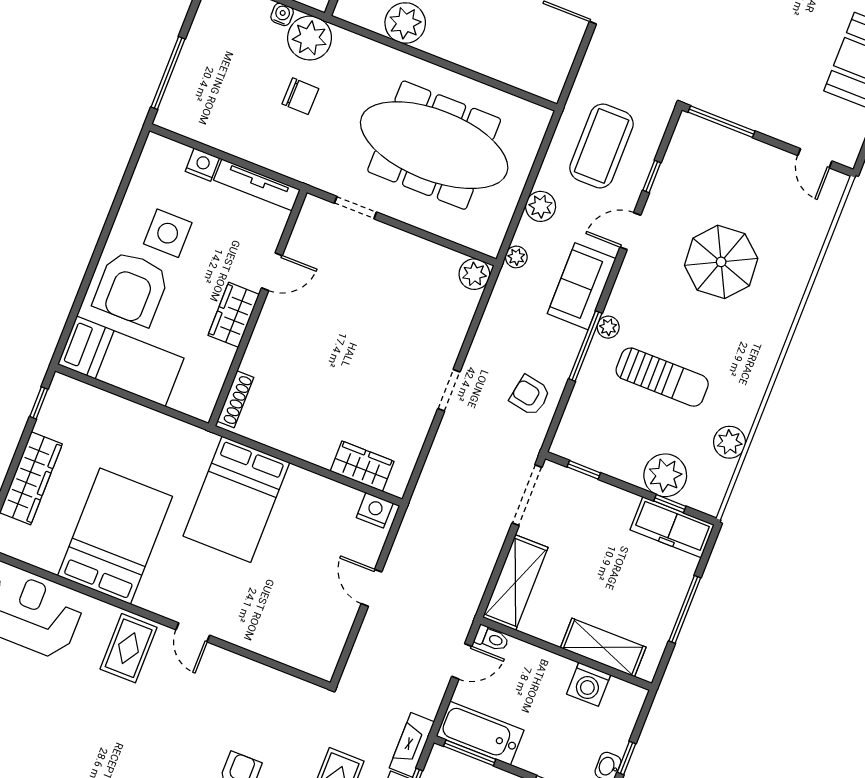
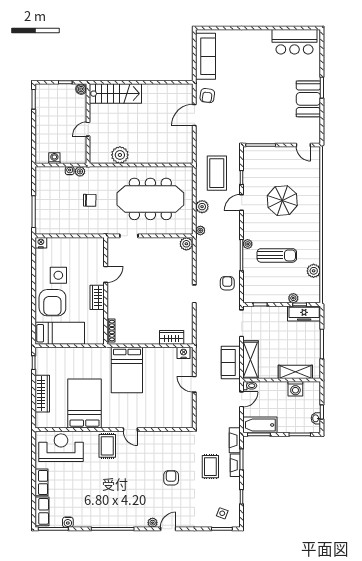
plant: (310, 38) -> (80, 171), width x0.53, depth x0.53
nightstand: (202, 165) -> (41, 243), moved
tv unit: (257, 185) -> (86, 242), removed
sofa: (582, 286) -> (231, 363), moved
armchair: (530, 395) -> (227, 283), turned 80
plant: (665, 475) -> (293, 298), width x0.53, depth x0.53

